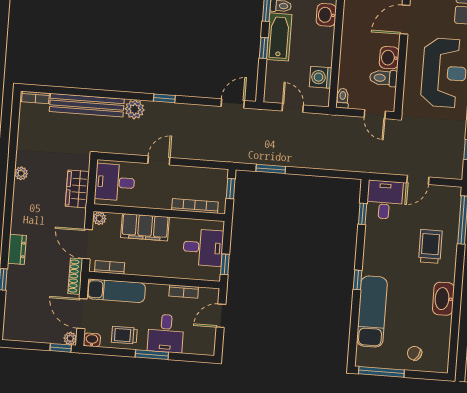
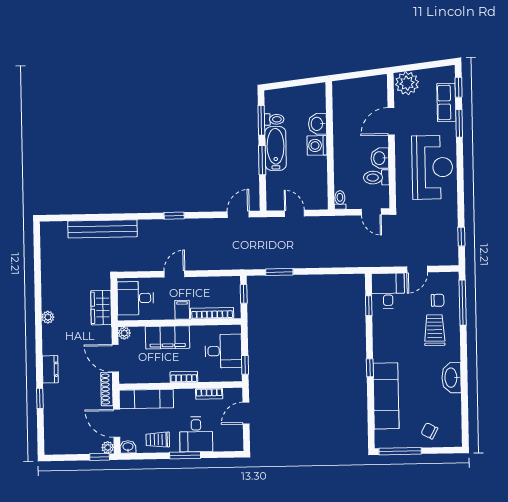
window: (264, 48) -> (262, 160), width x1.50
washing machine: (321, 77) -> (317, 145), moved
bookcase: (35, 97) -> (54, 226), removed
plant: (135, 109) -> (147, 229), removed
plant: (21, 173) -> (48, 317), moved
filing cabinet: (163, 199) -> (182, 310), added
chair: (436, 215) -> (438, 300), added
bookcase: (110, 267) -> (184, 377), moved

